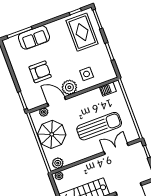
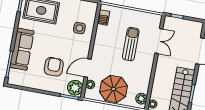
sofa: (34, 37) -> (22, 49), width x1.36
plant: (69, 87) -> (75, 88), moved
sun lounger: (99, 126) -> (131, 44), width x0.73, depth x0.75
double door: (116, 149) -> (159, 41), swing flipped

